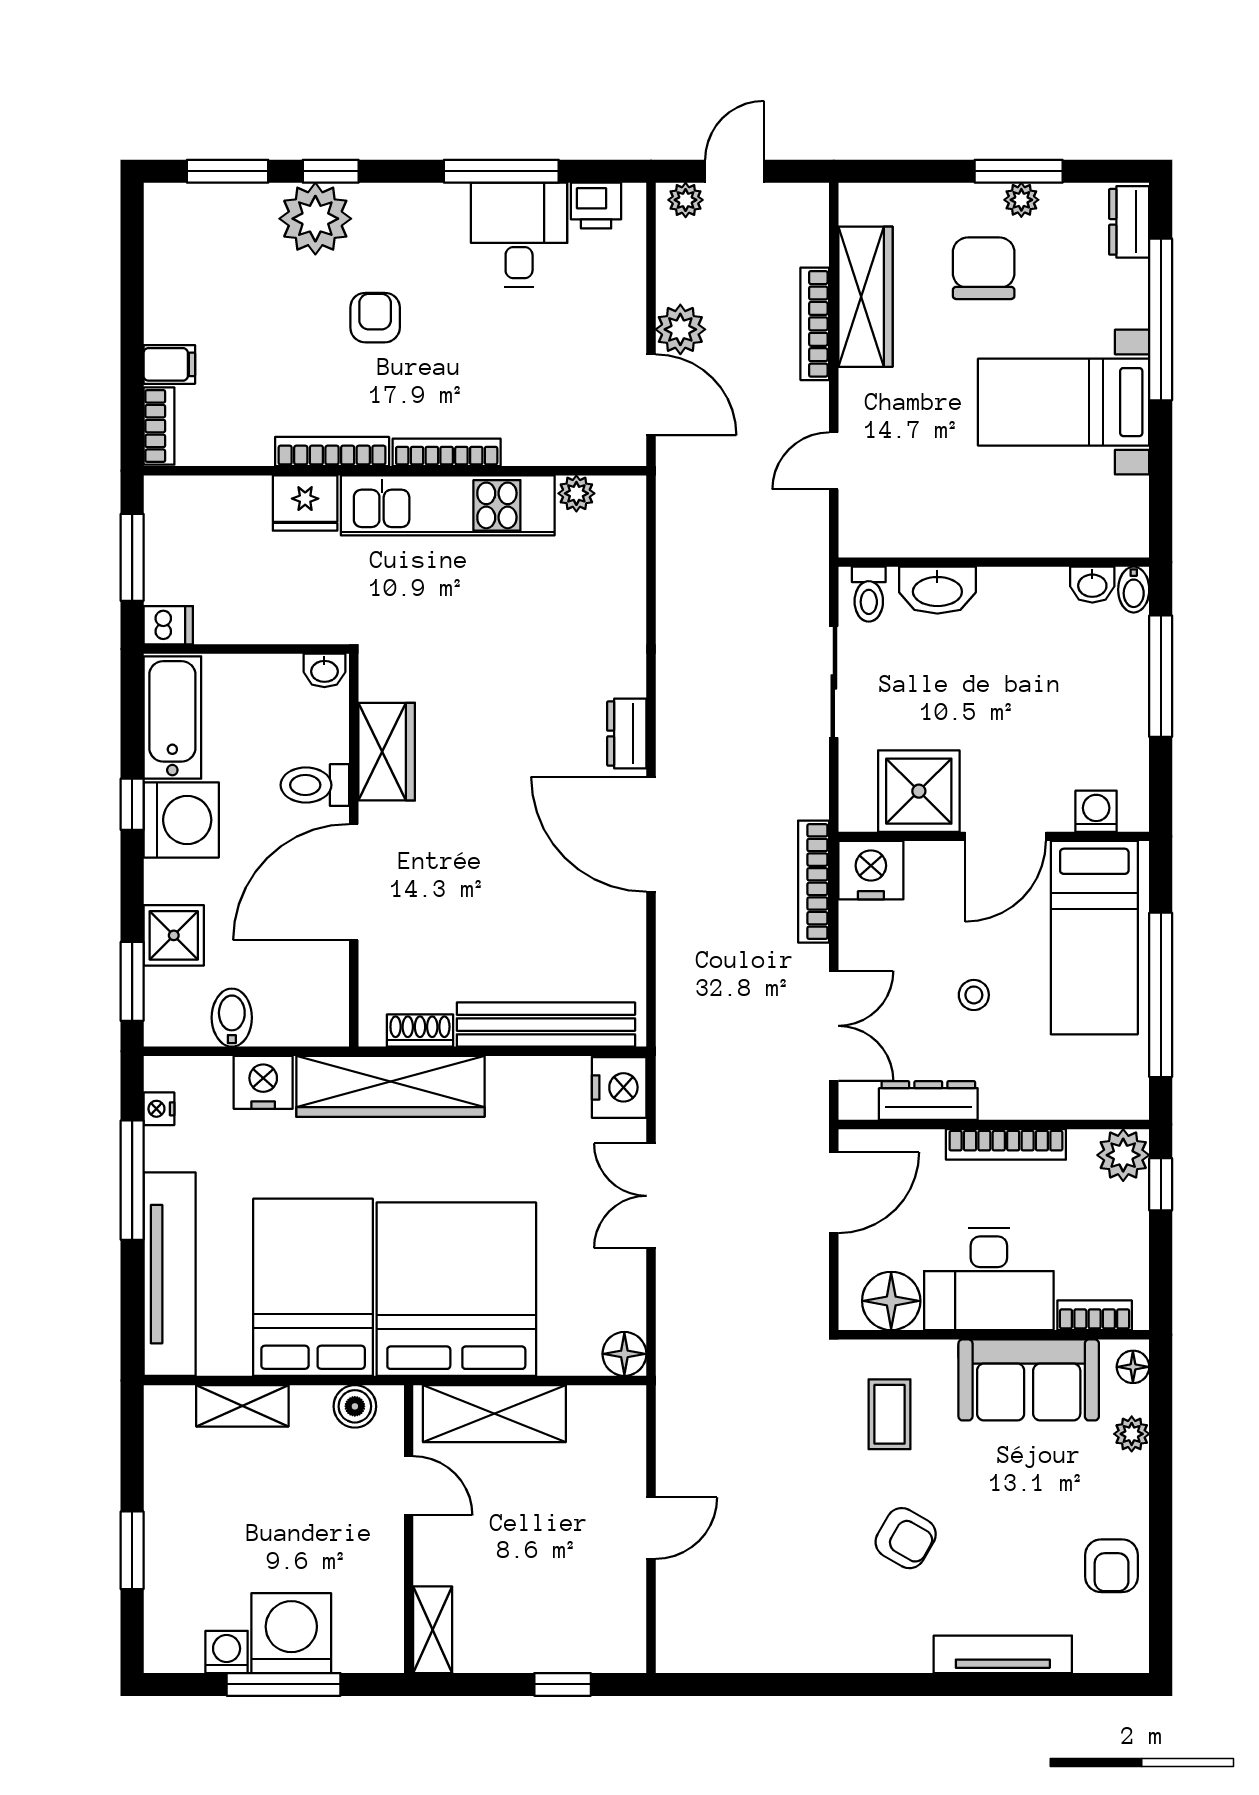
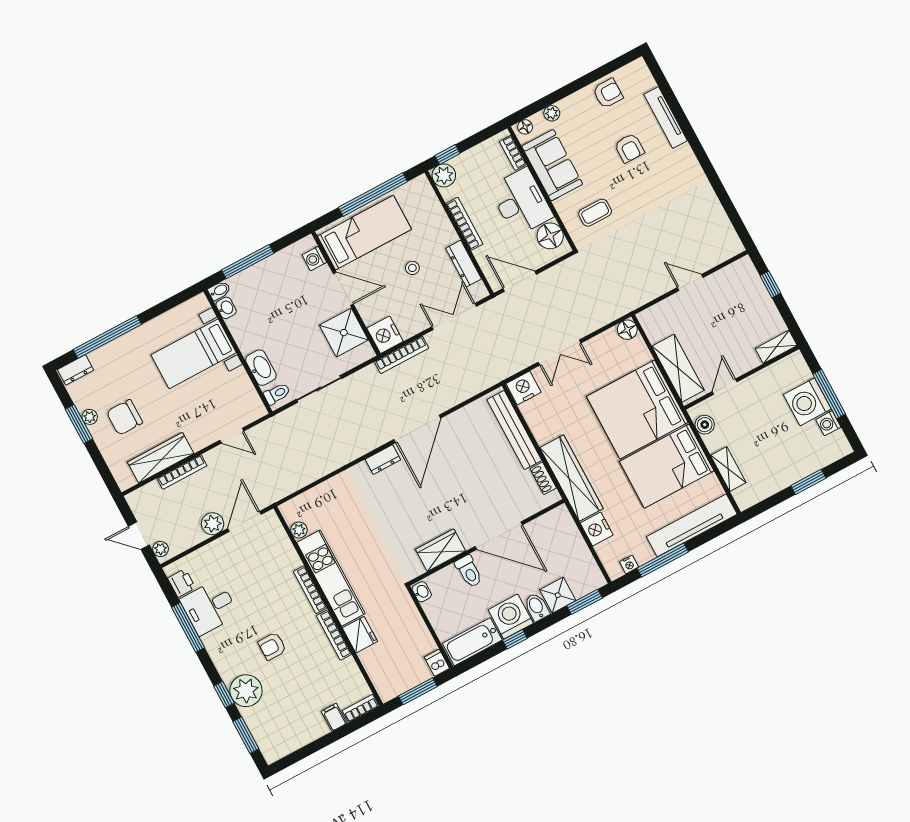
bed with nightstands: (1064, 402) -> (194, 354), moved, turned 90
bidet: (232, 1018) -> (537, 607), moved, turned 90
armchair: (906, 1538) -> (629, 148), moved, turned 150

